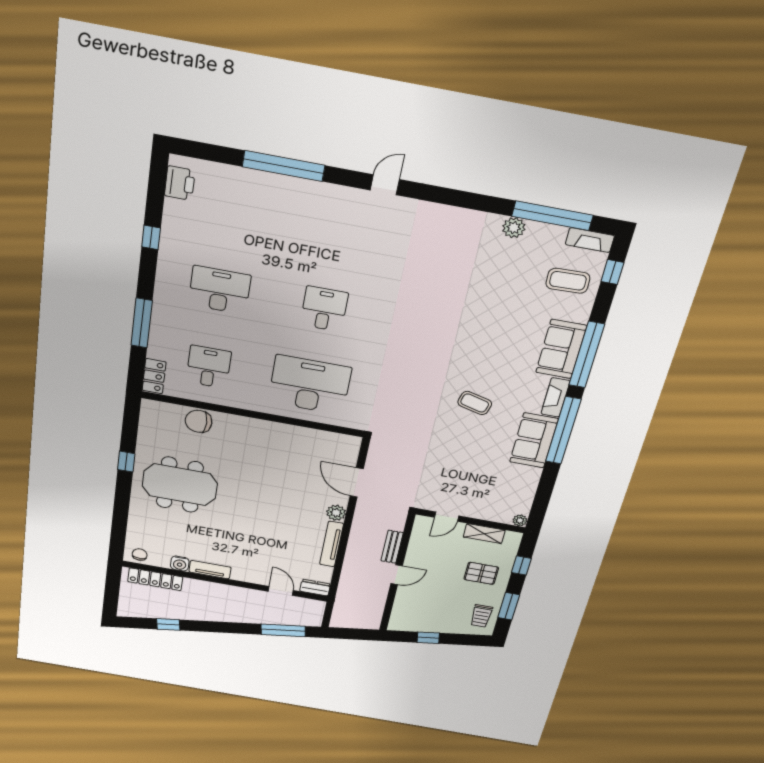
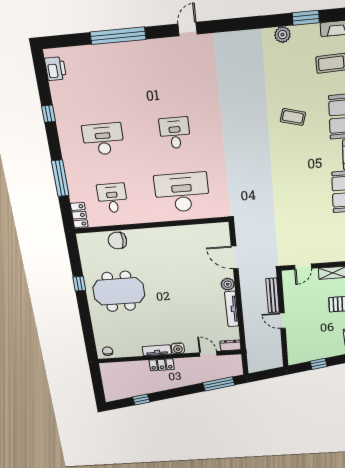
window: (552, 216) -> (306, 18), width x0.47
coffee table: (475, 403) -> (293, 117), moved
bench: (392, 547) -> (273, 295), width x1.36
water cooler: (180, 564) -> (178, 348), moved
door: (397, 575) -> (282, 321), swing flipped
locker: (155, 579) -> (162, 365), moved, width x0.66

